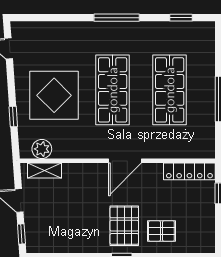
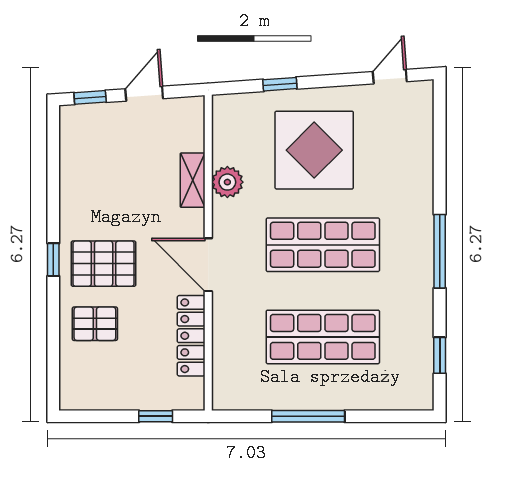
plant: (42, 149) -> (227, 182), moved
shelving: (44, 171) -> (193, 180), moved
locker: (189, 171) -> (191, 336), moved
pallet: (161, 231) -> (95, 324), turned 90

